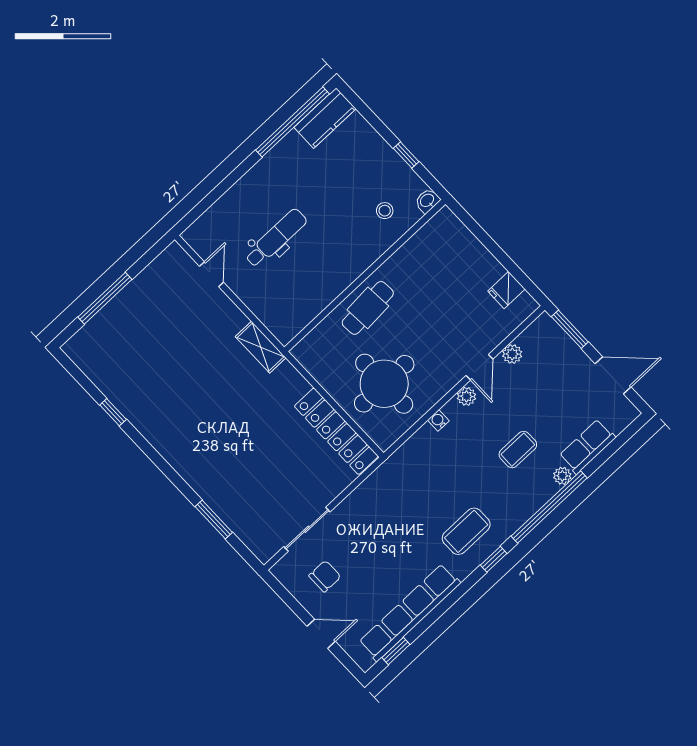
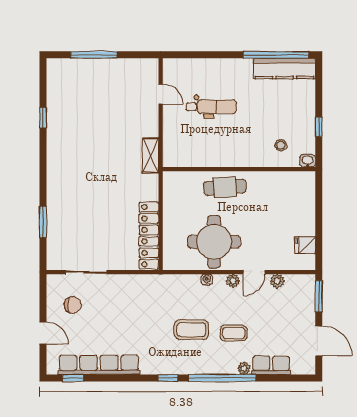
kitchen counter: (325, 118) -> (285, 68), width x1.50
door: (212, 274) -> (161, 94), hinge flipped
round table: (384, 384) -> (214, 242), moved
coffee table: (466, 531) -> (191, 330), moved

